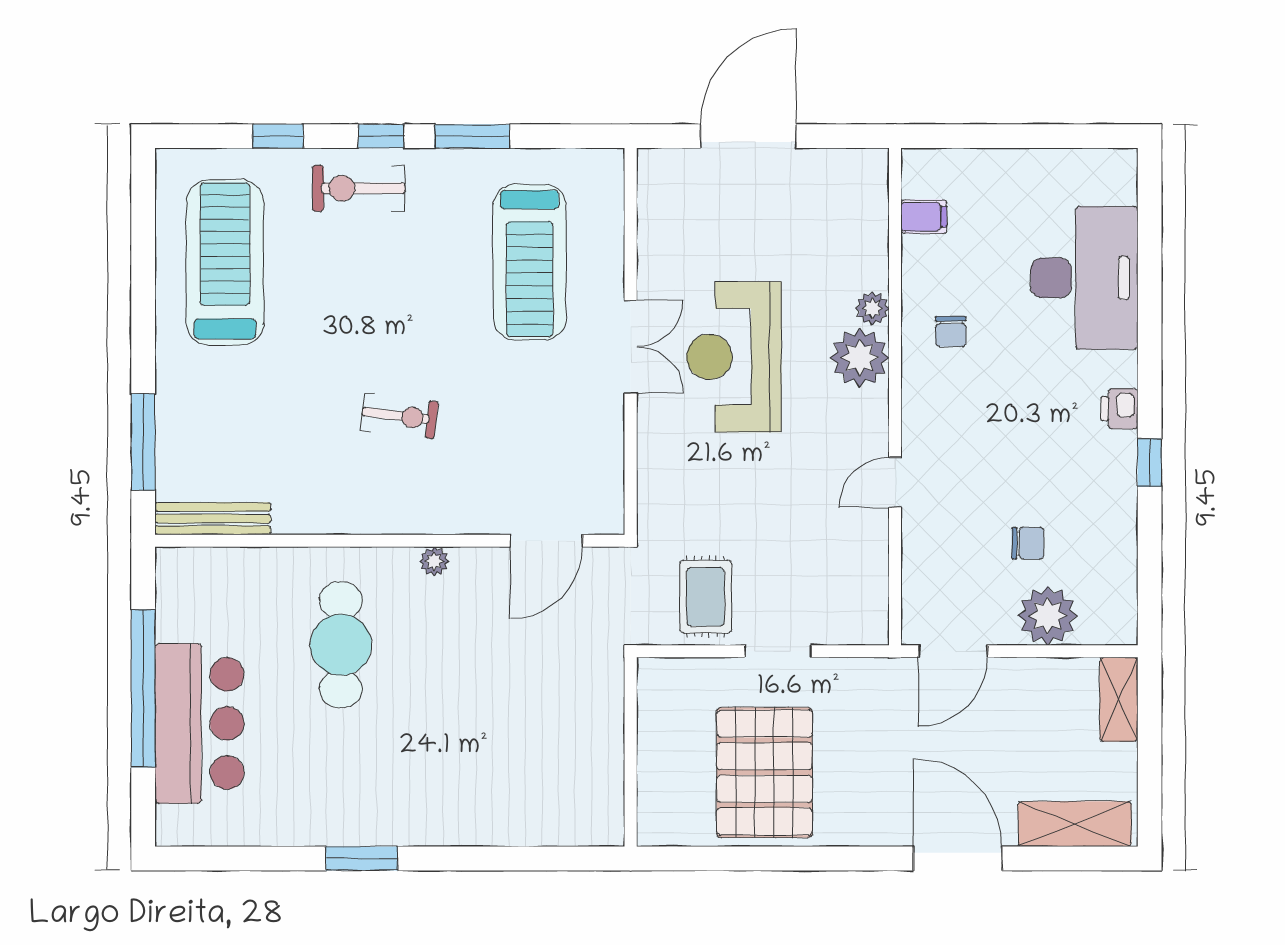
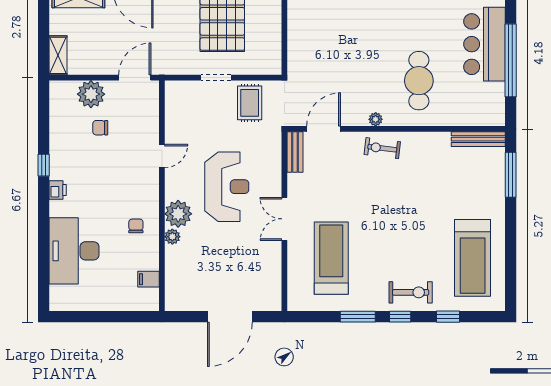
reception desk: (734, 357) -> (227, 187), moved
exercise bike: (399, 416) -> (382, 148), moved
bench: (608, 491) -> (295, 152), added

